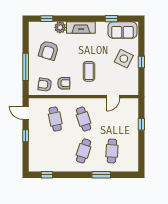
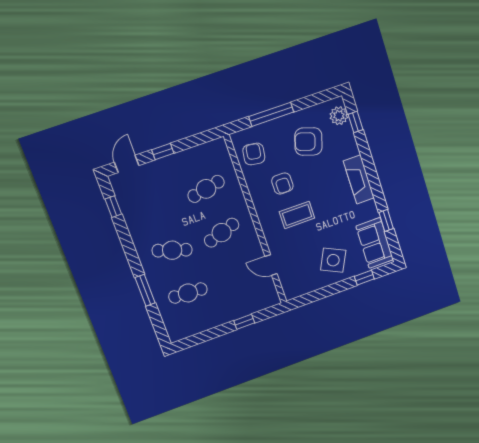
plant: (60, 27) -> (339, 116), moved
window: (141, 62) -> (364, 278), moved
armchair: (64, 83) -> (282, 183), moved
door: (26, 113) -> (127, 164), moved

